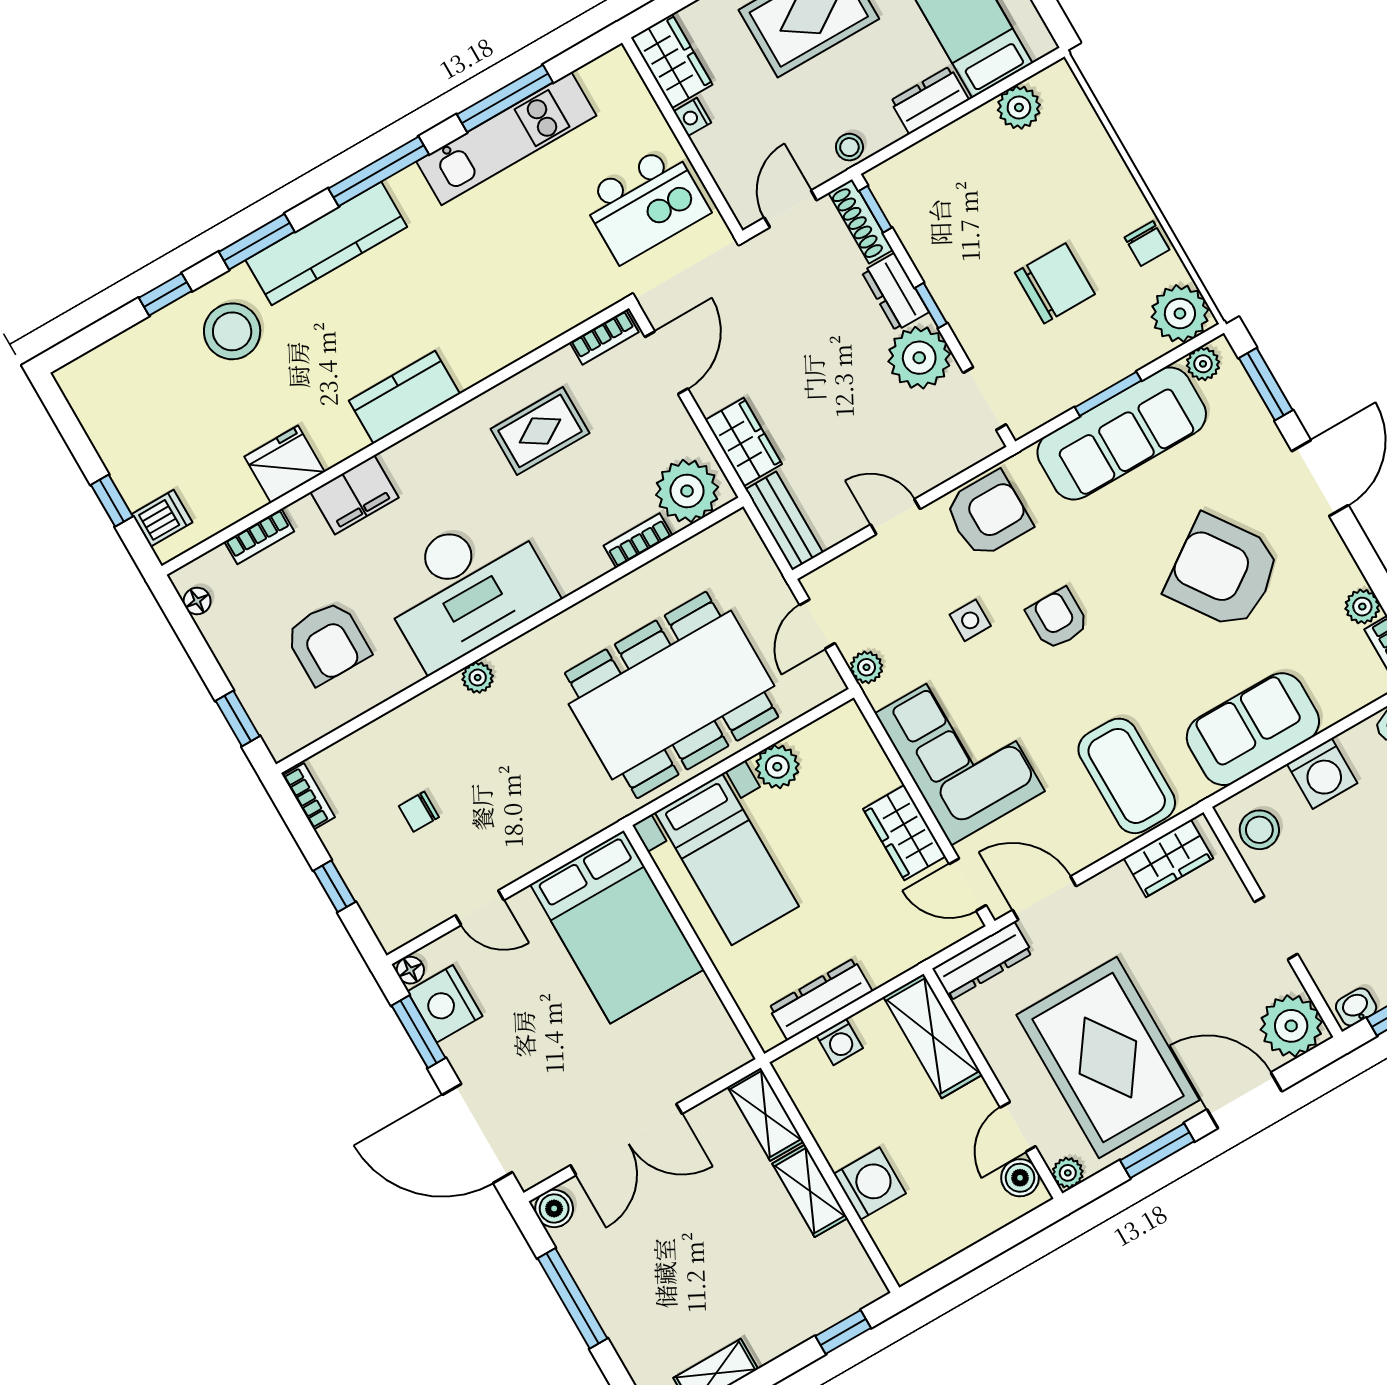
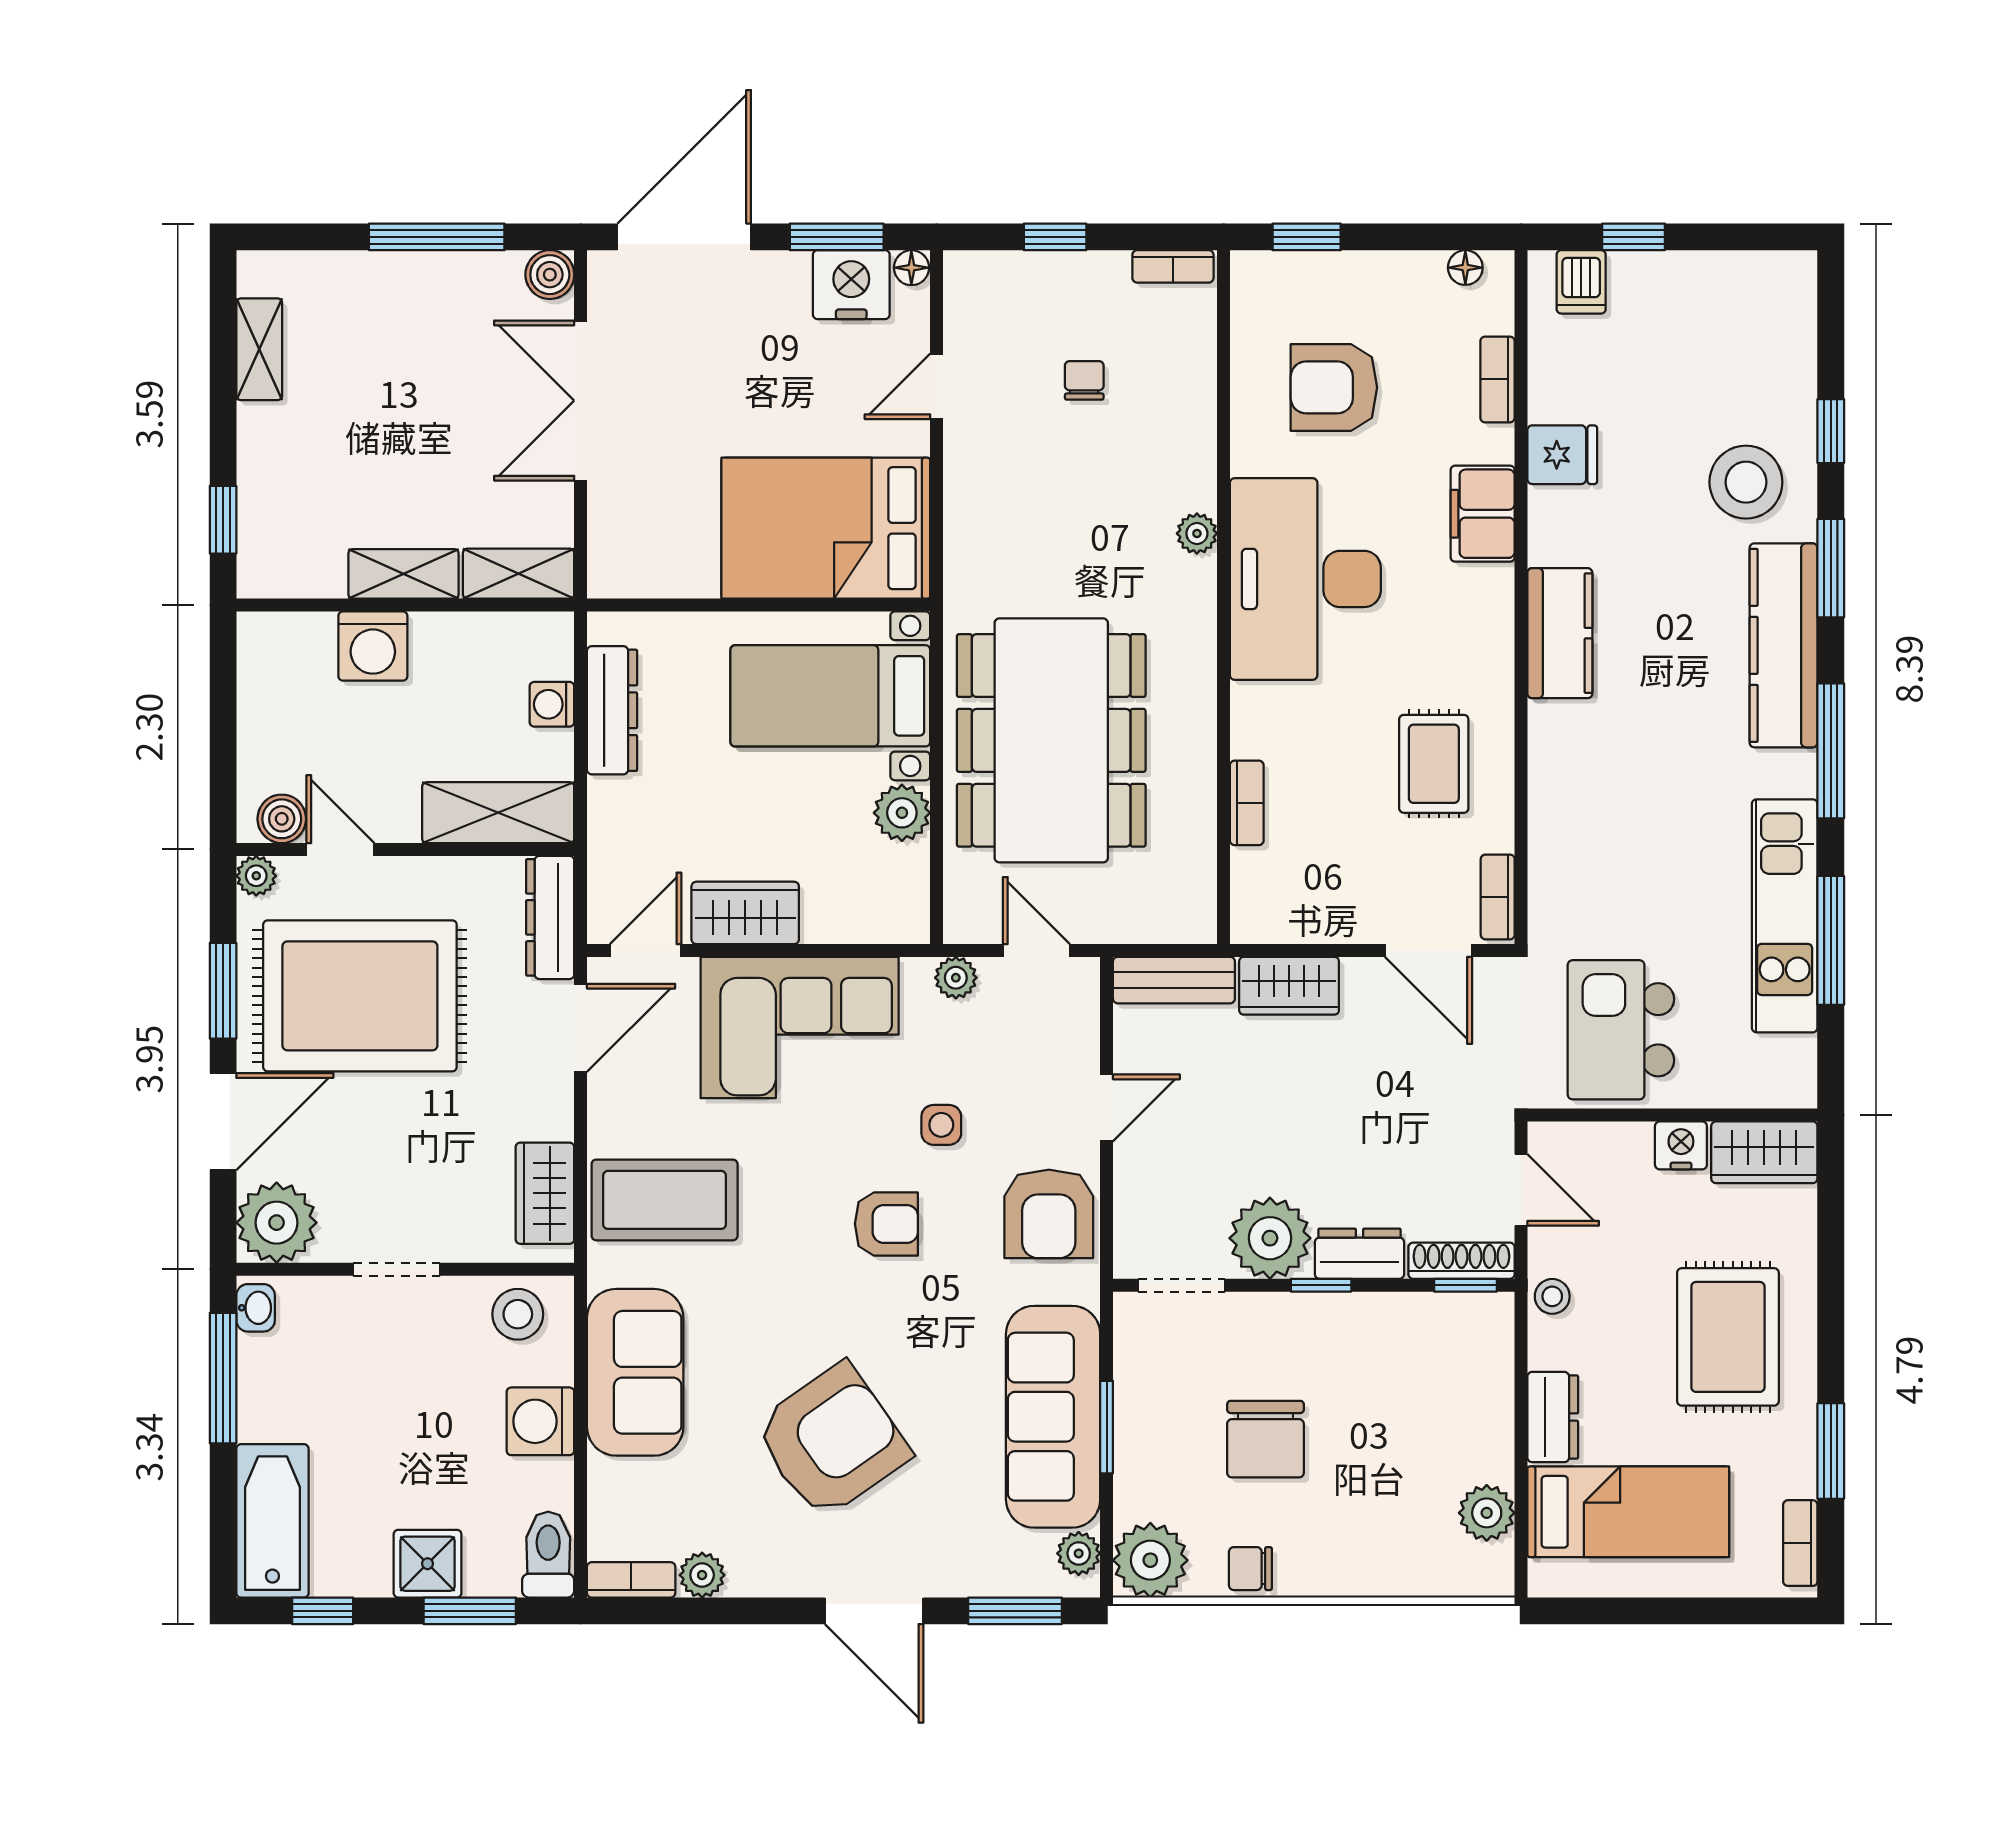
nightstand: (692, 117) -> (1681, 1145), width x1.39, depth x1.35
fridge: (285, 464) -> (1562, 455), width x0.72
plant: (687, 491) -> (1271, 890), removed

